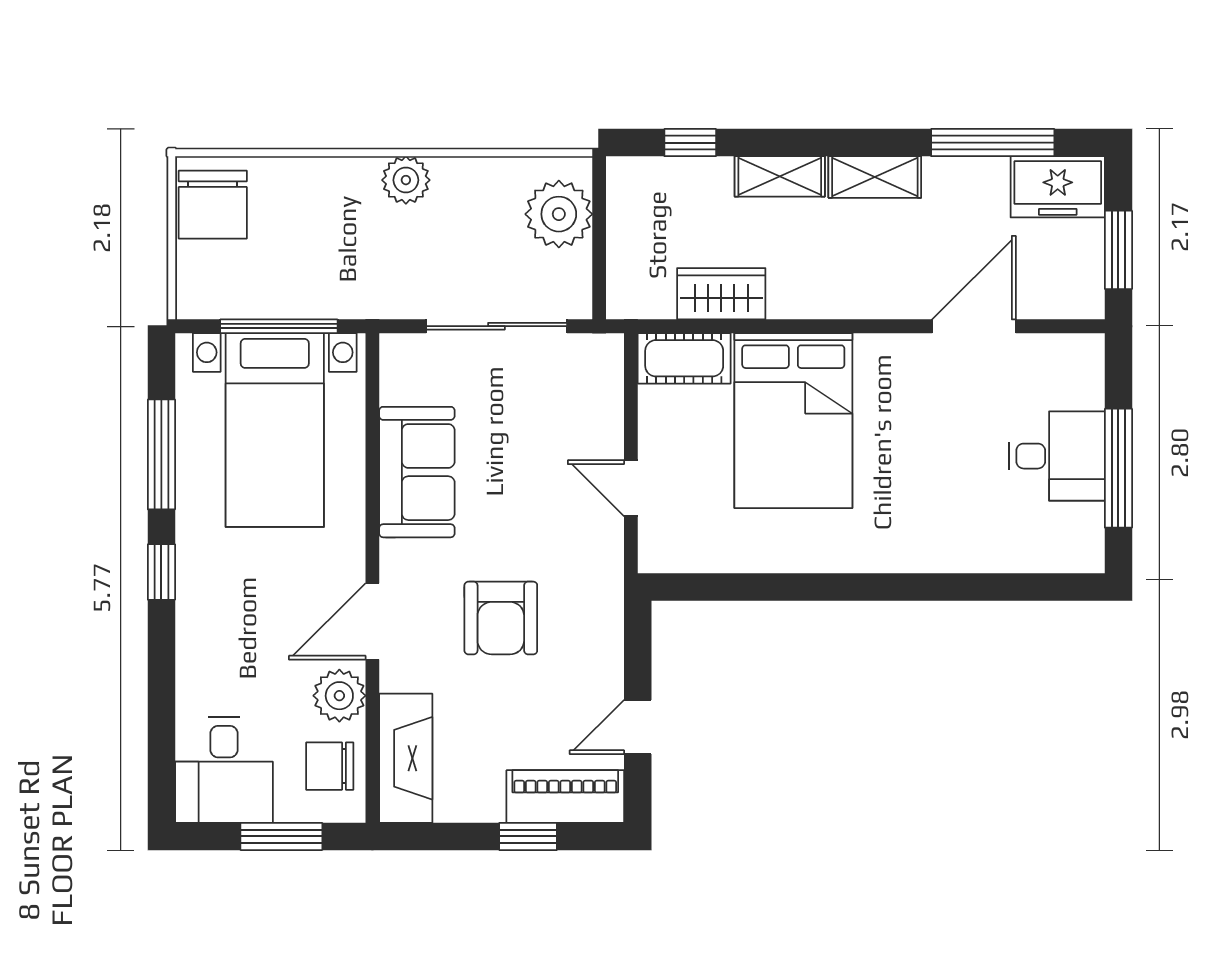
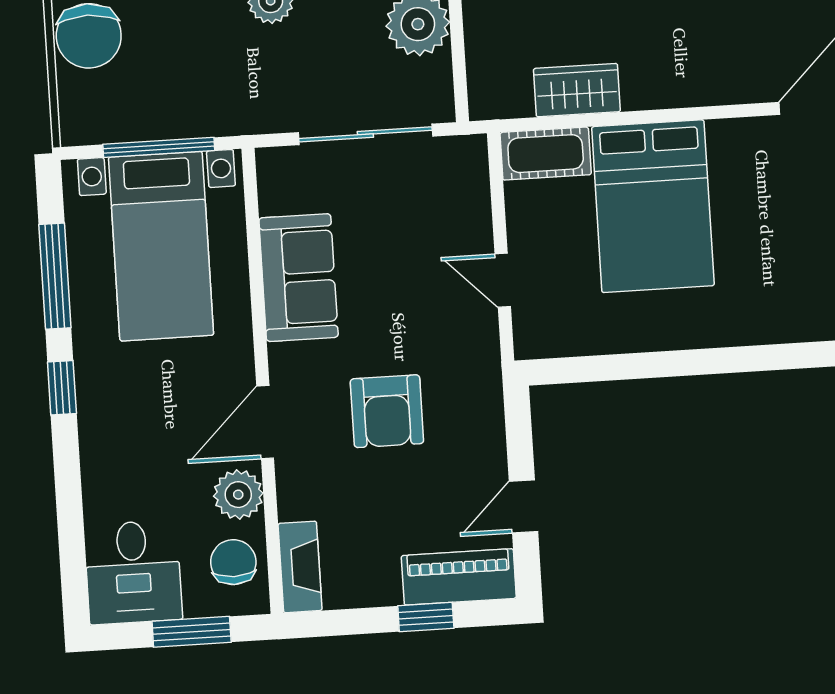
fireplace: (406, 758) -> (300, 567), width x0.73, depth x0.76
chair: (330, 766) -> (233, 562), turned 90

